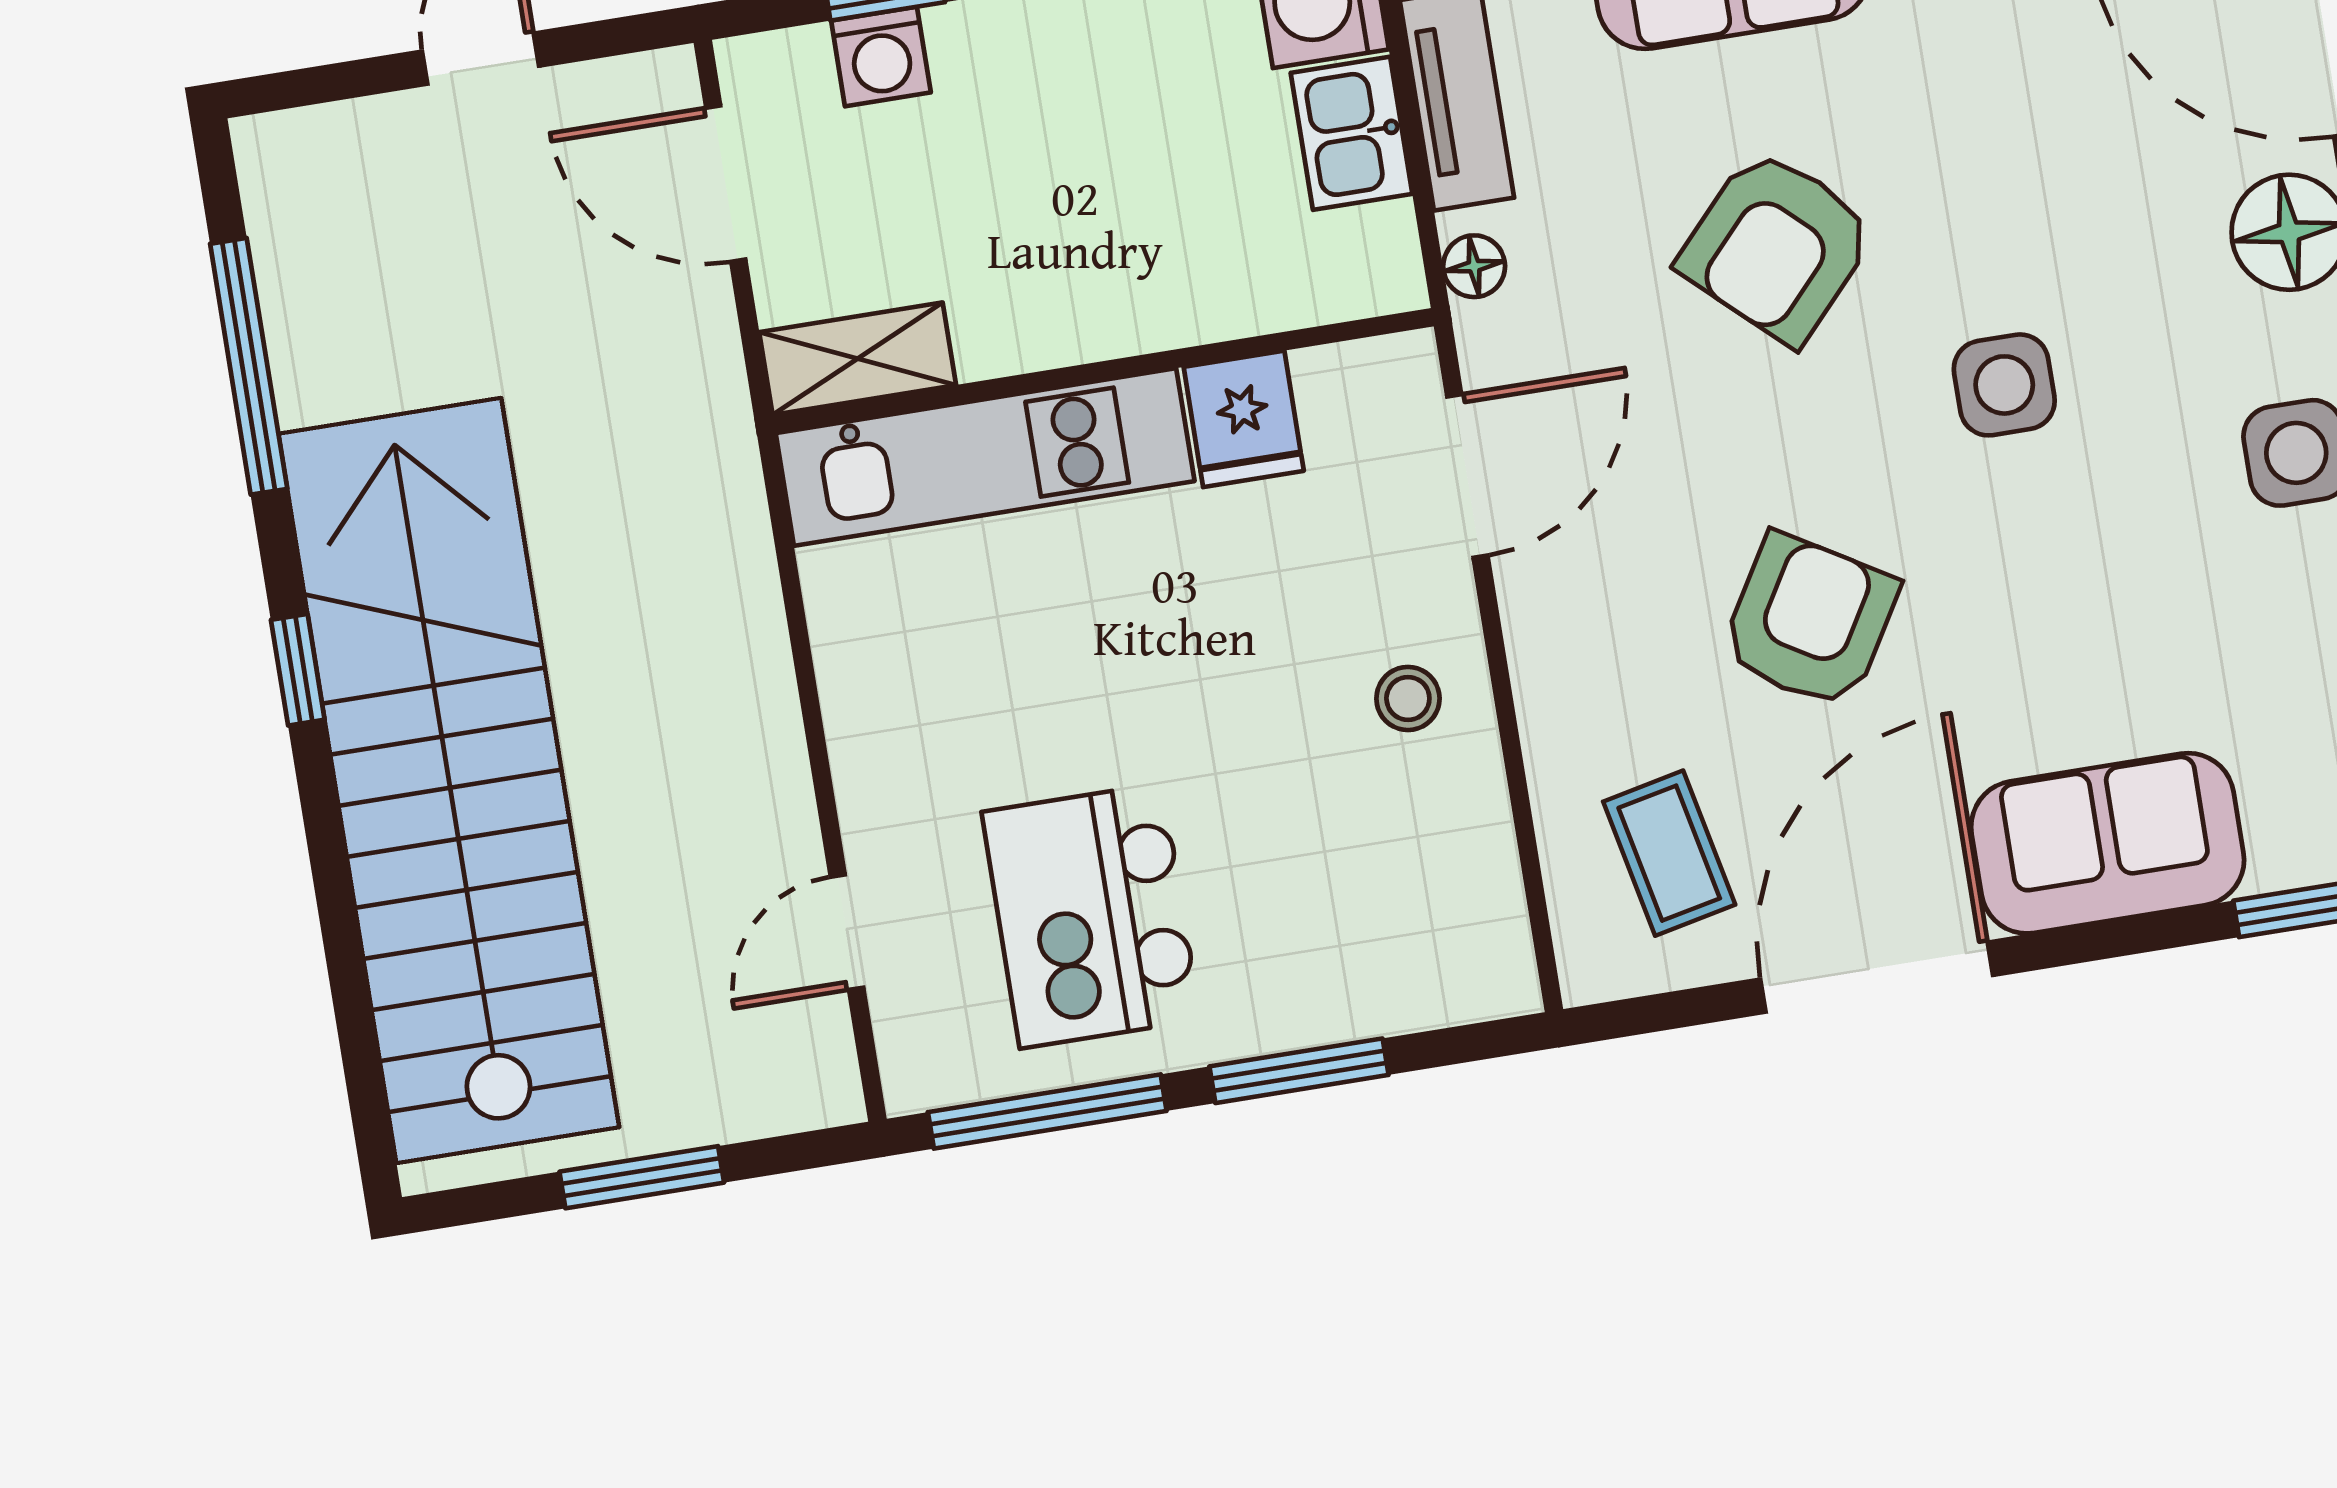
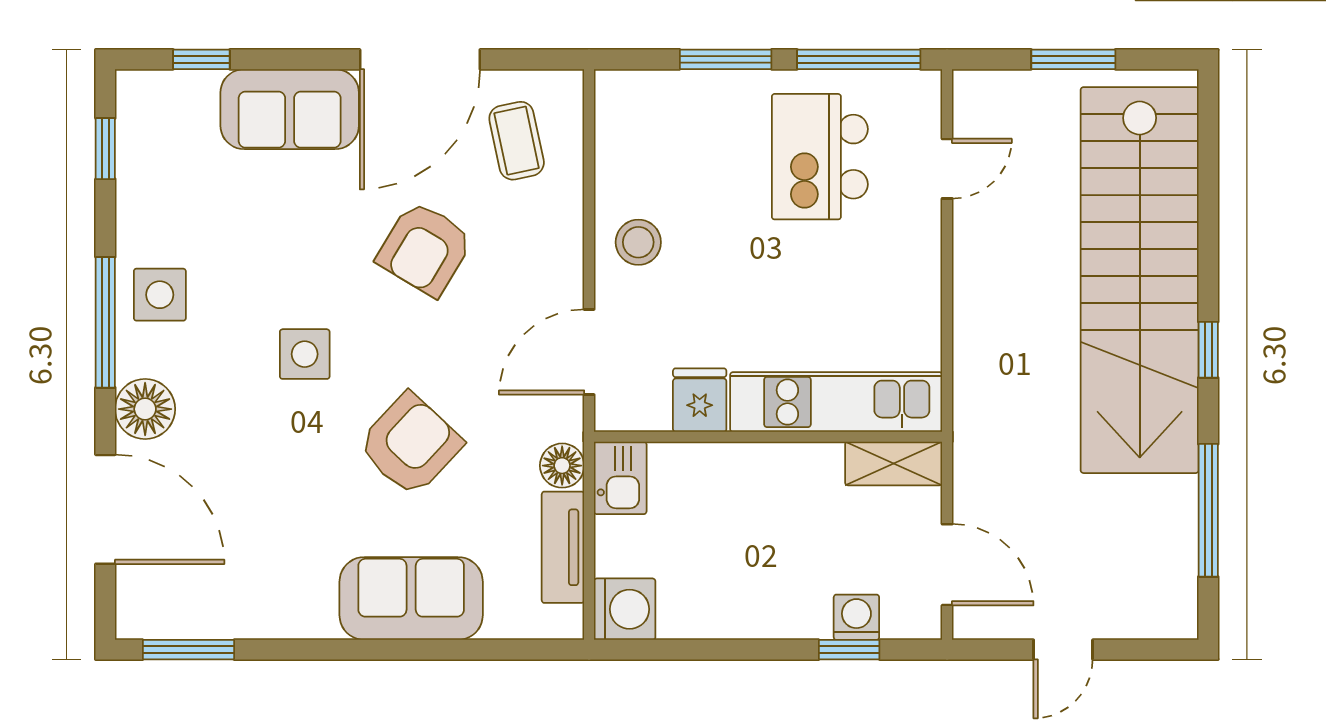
kitchen sink: (1352, 133) -> (620, 478), moved
floor lamp: (1474, 266) -> (562, 466), width x1.37, depth x1.37
stool: (1408, 698) -> (638, 242), width x1.37, depth x1.37
kitchen island: (1091, 916) -> (820, 157), turned 180

